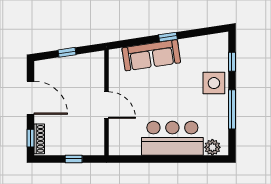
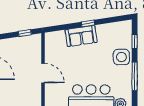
window: (67, 52) -> (25, 33), moved
sofa: (151, 55) -> (81, 36), width x0.73

